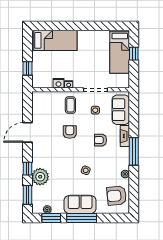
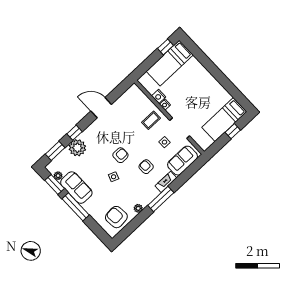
bed: (54, 40) -> (170, 63), moved, turned 90
window: (27, 68) -> (165, 47), moved
armchair: (70, 132) -> (120, 155), moved
sofa: (80, 204) -> (76, 188), moved

